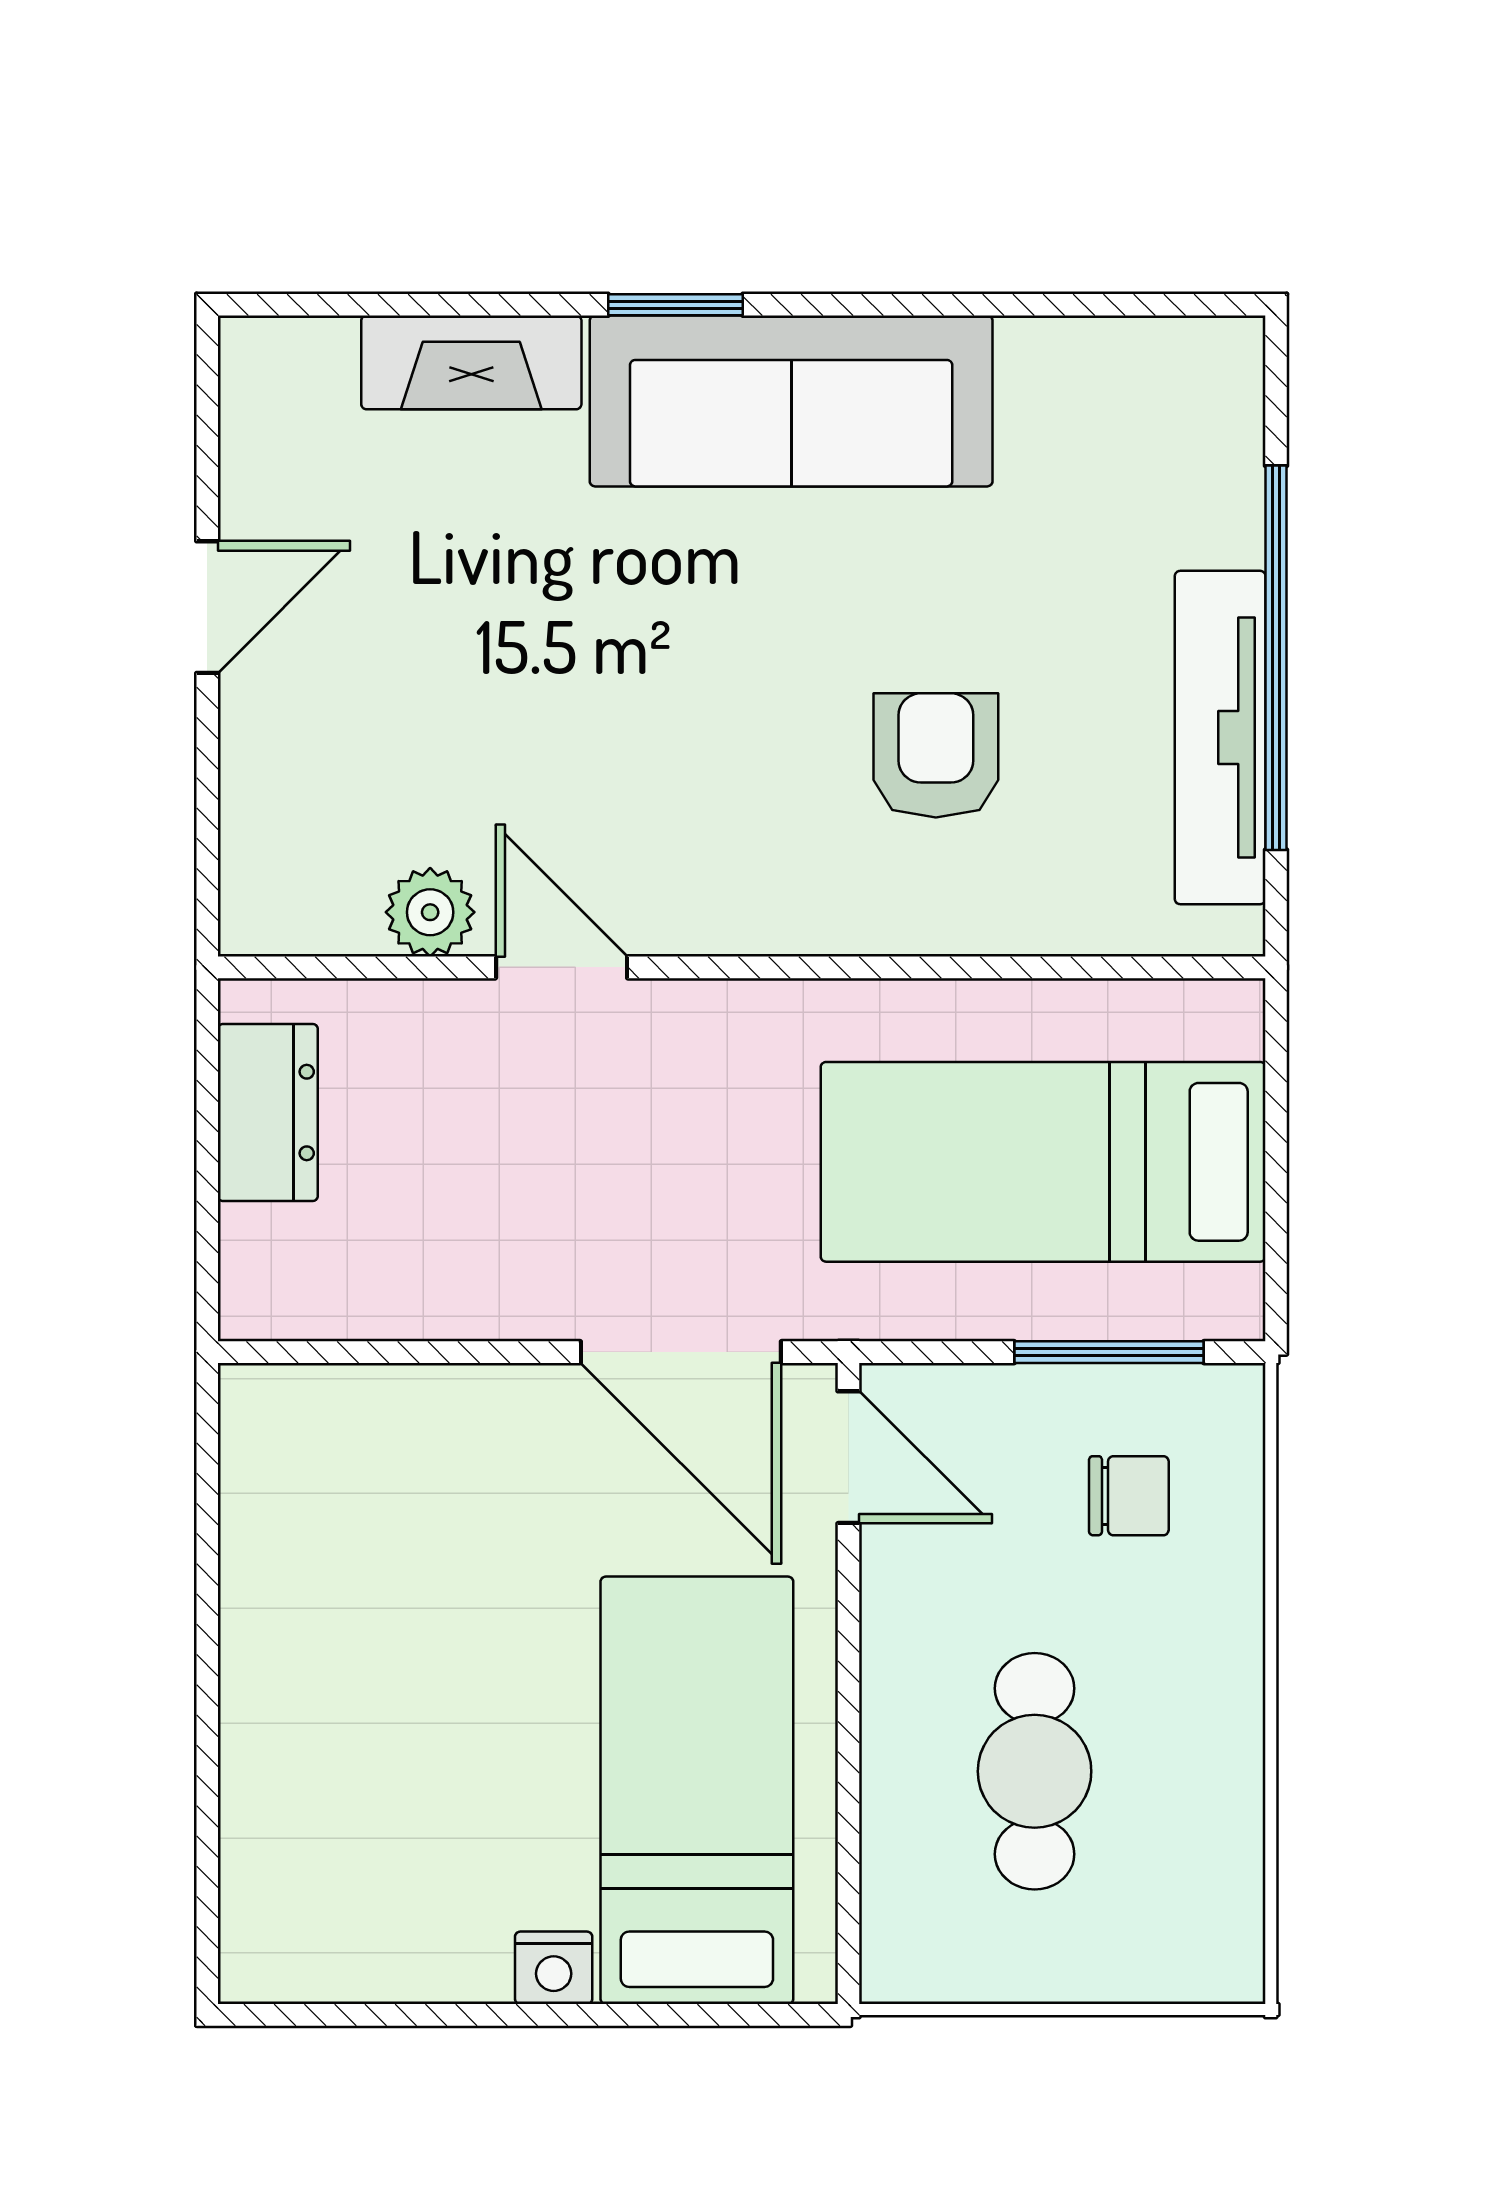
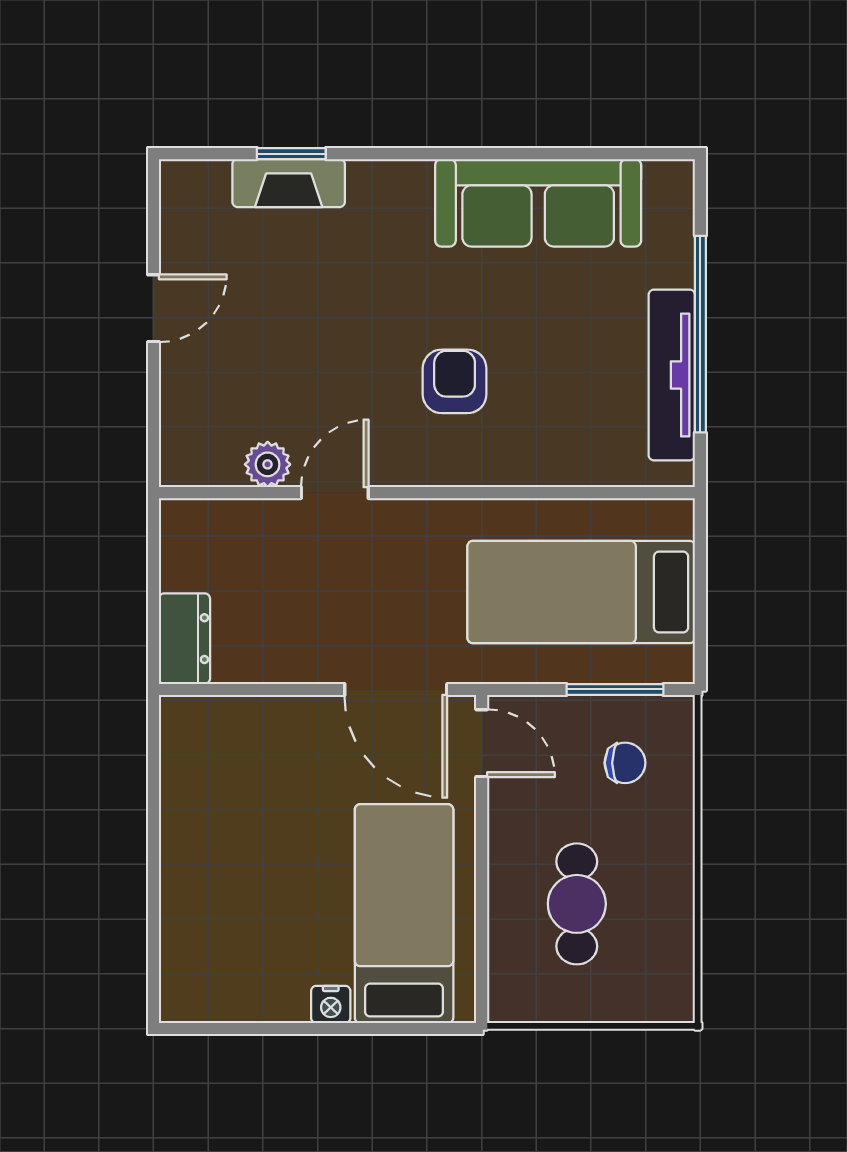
window: (676, 305) -> (291, 154), moved
sofa: (791, 401) -> (538, 203), moved
armchair: (936, 755) -> (455, 381), moved
door: (562, 967) -> (335, 493), hinge flipped
dresser: (268, 1112) -> (184, 639), moved

